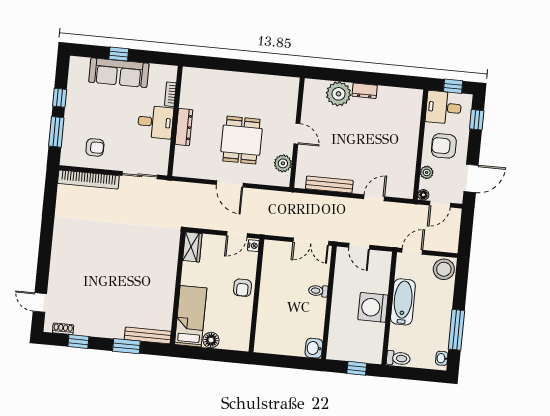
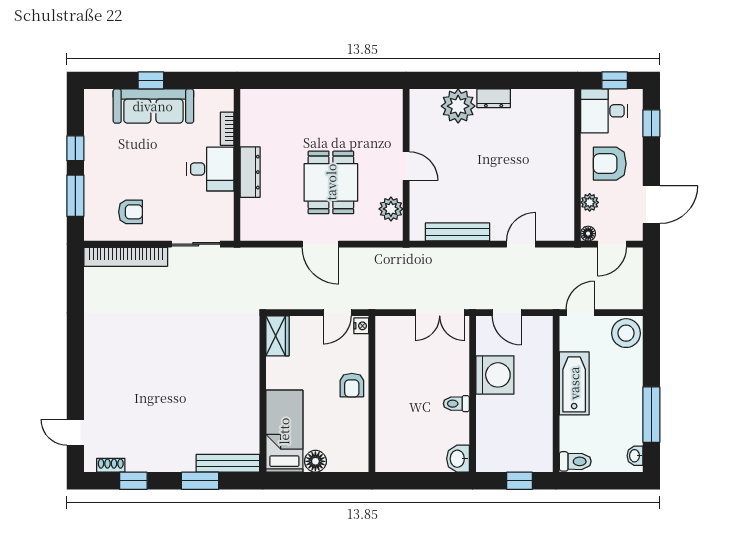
toilet: (318, 291) -> (456, 404), moved
washing machine: (373, 307) -> (495, 375), moved, turned 180

